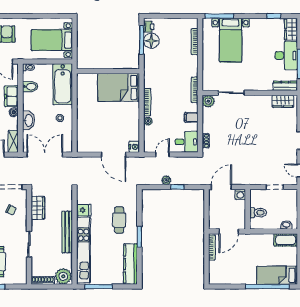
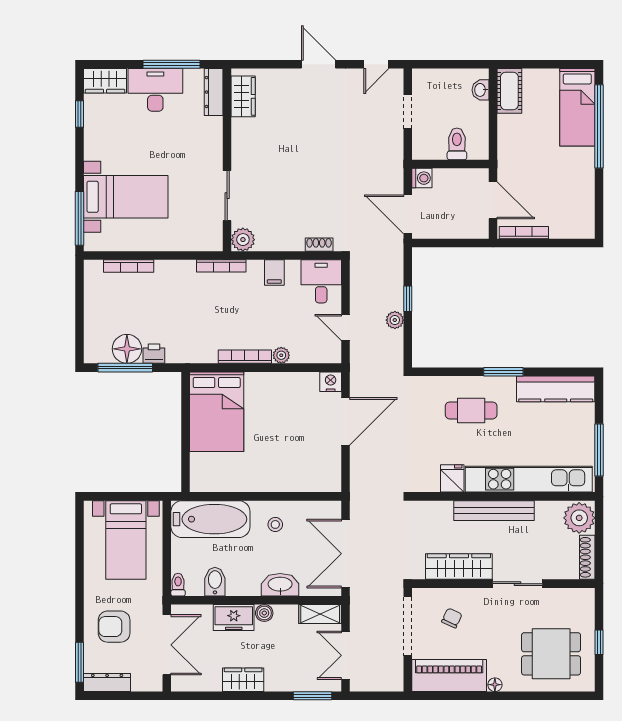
printer: (149, 27) -> (154, 354), moved
wardrobe: (38, 208) -> (459, 567), width x1.50

